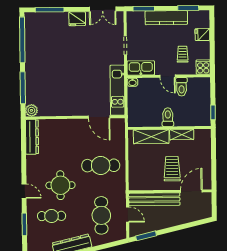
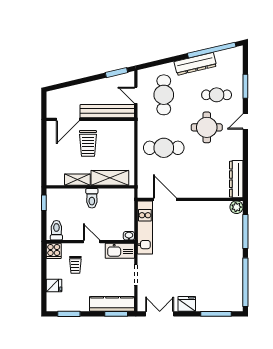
kitchen counter: (166, 18) -> (112, 304), moved
toilet: (181, 87) -> (56, 230), moved
door: (24, 191) -> (245, 121), hinge flipped

